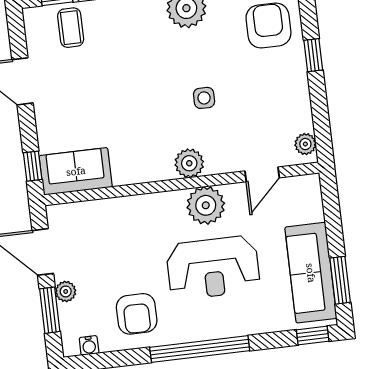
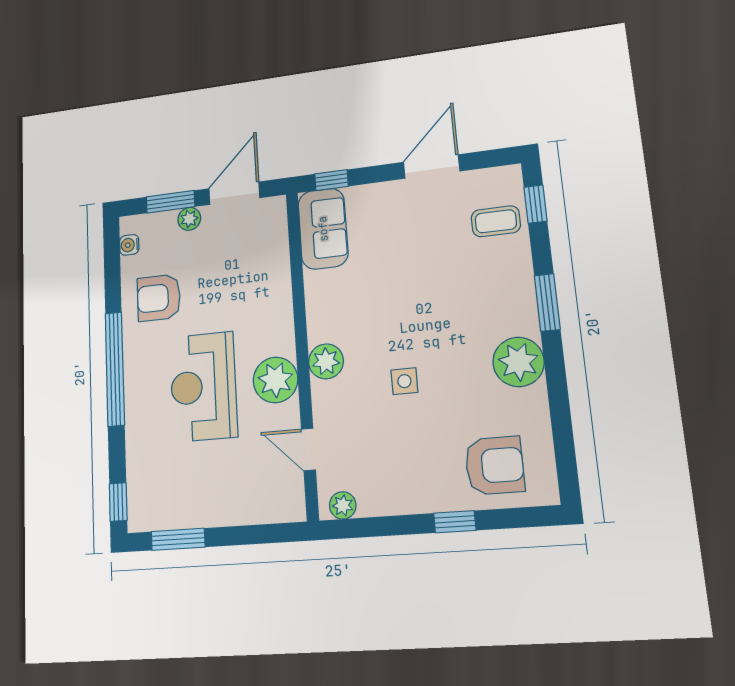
sofa: (311, 273) -> (189, 504), removed

